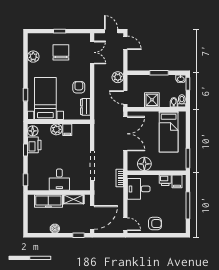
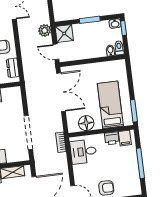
shower: (152, 100) -> (64, 34), moved
bed: (169, 132) -> (110, 105), moved, turned 180

